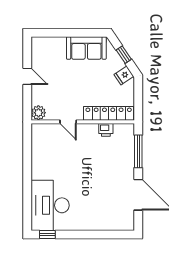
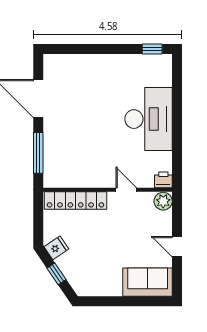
sofa: (86, 48) -> (148, 282), moved
printer: (106, 130) -> (163, 180), moved
desk: (50, 205) -> (149, 119), moved

